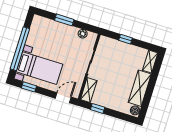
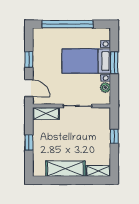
bed with nightstands: (39, 68) -> (86, 61), moved, turned 90
window: (29, 87) -> (29, 60), moved
window: (98, 108) -> (29, 143), moved
boiler: (135, 110) -> (40, 171), removed

